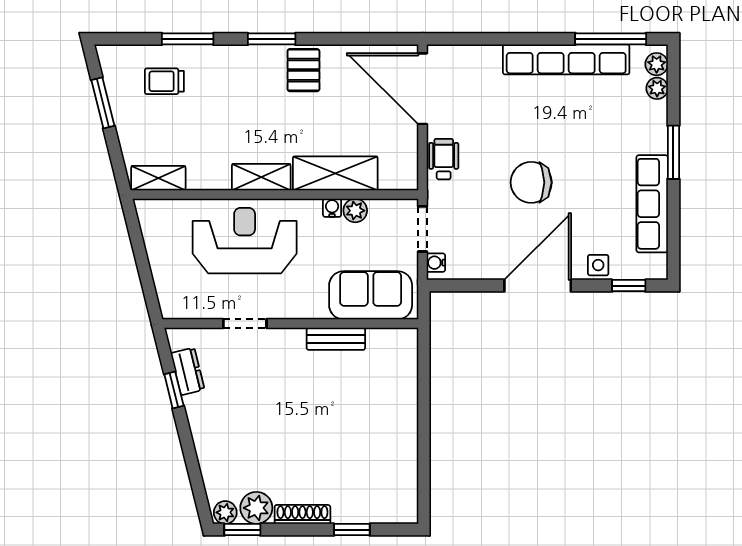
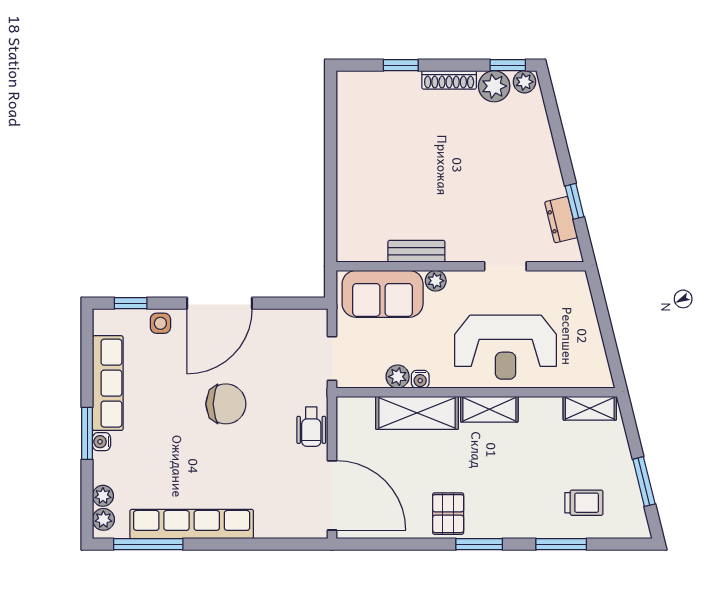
water cooler: (436, 263) -> (101, 442), moved, turned 180
plant: (316, 309) -> (436, 281), added

